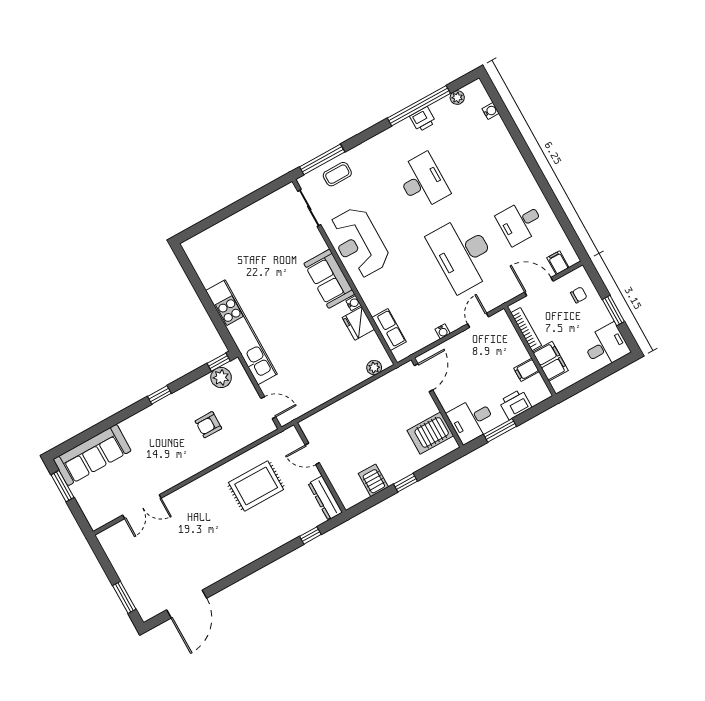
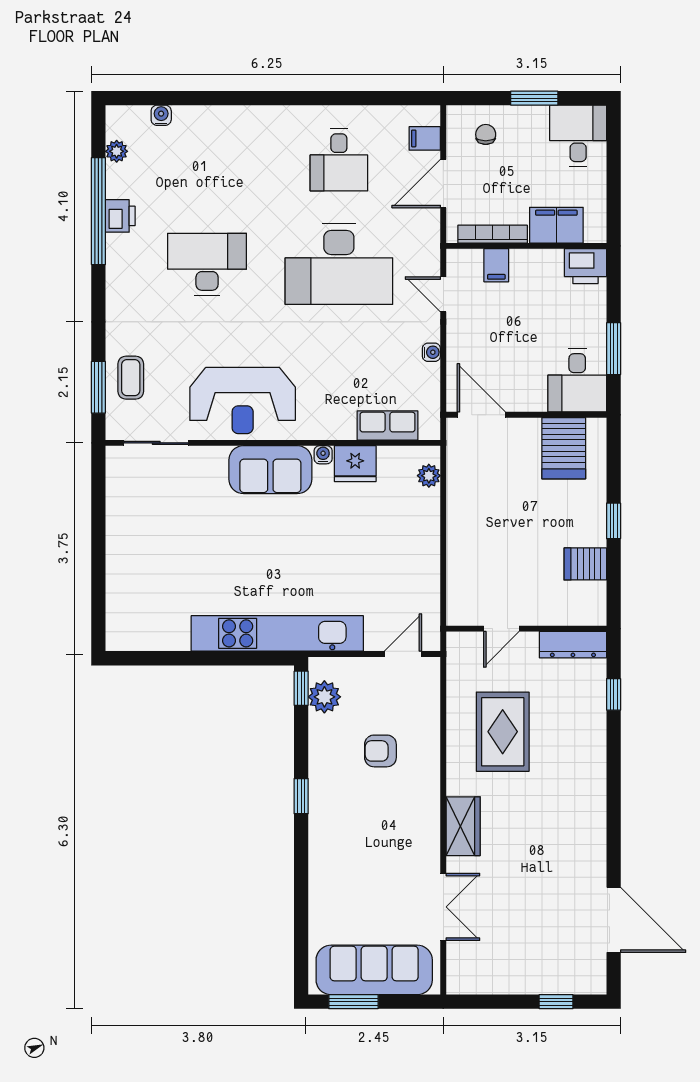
window: (322, 159) -> (98, 387), width x0.69
filing cabinet: (526, 370) -> (496, 265), moved
printer: (515, 404) -> (585, 266), moved, turned -90
armchair: (208, 425) -> (380, 751), turned 90
sofa: (92, 455) -> (374, 970), moved, turned -90
wardrobe: (192, 493) -> (463, 826), added
window: (124, 597) -> (556, 1002), width x0.67

